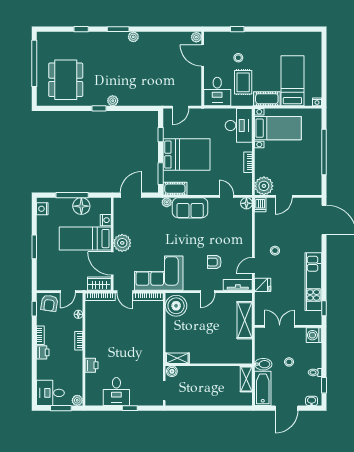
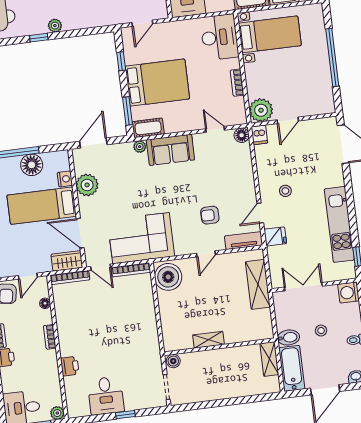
plant: (122, 243) -> (87, 185), moved
shelving: (177, 358) -> (208, 340), moved

